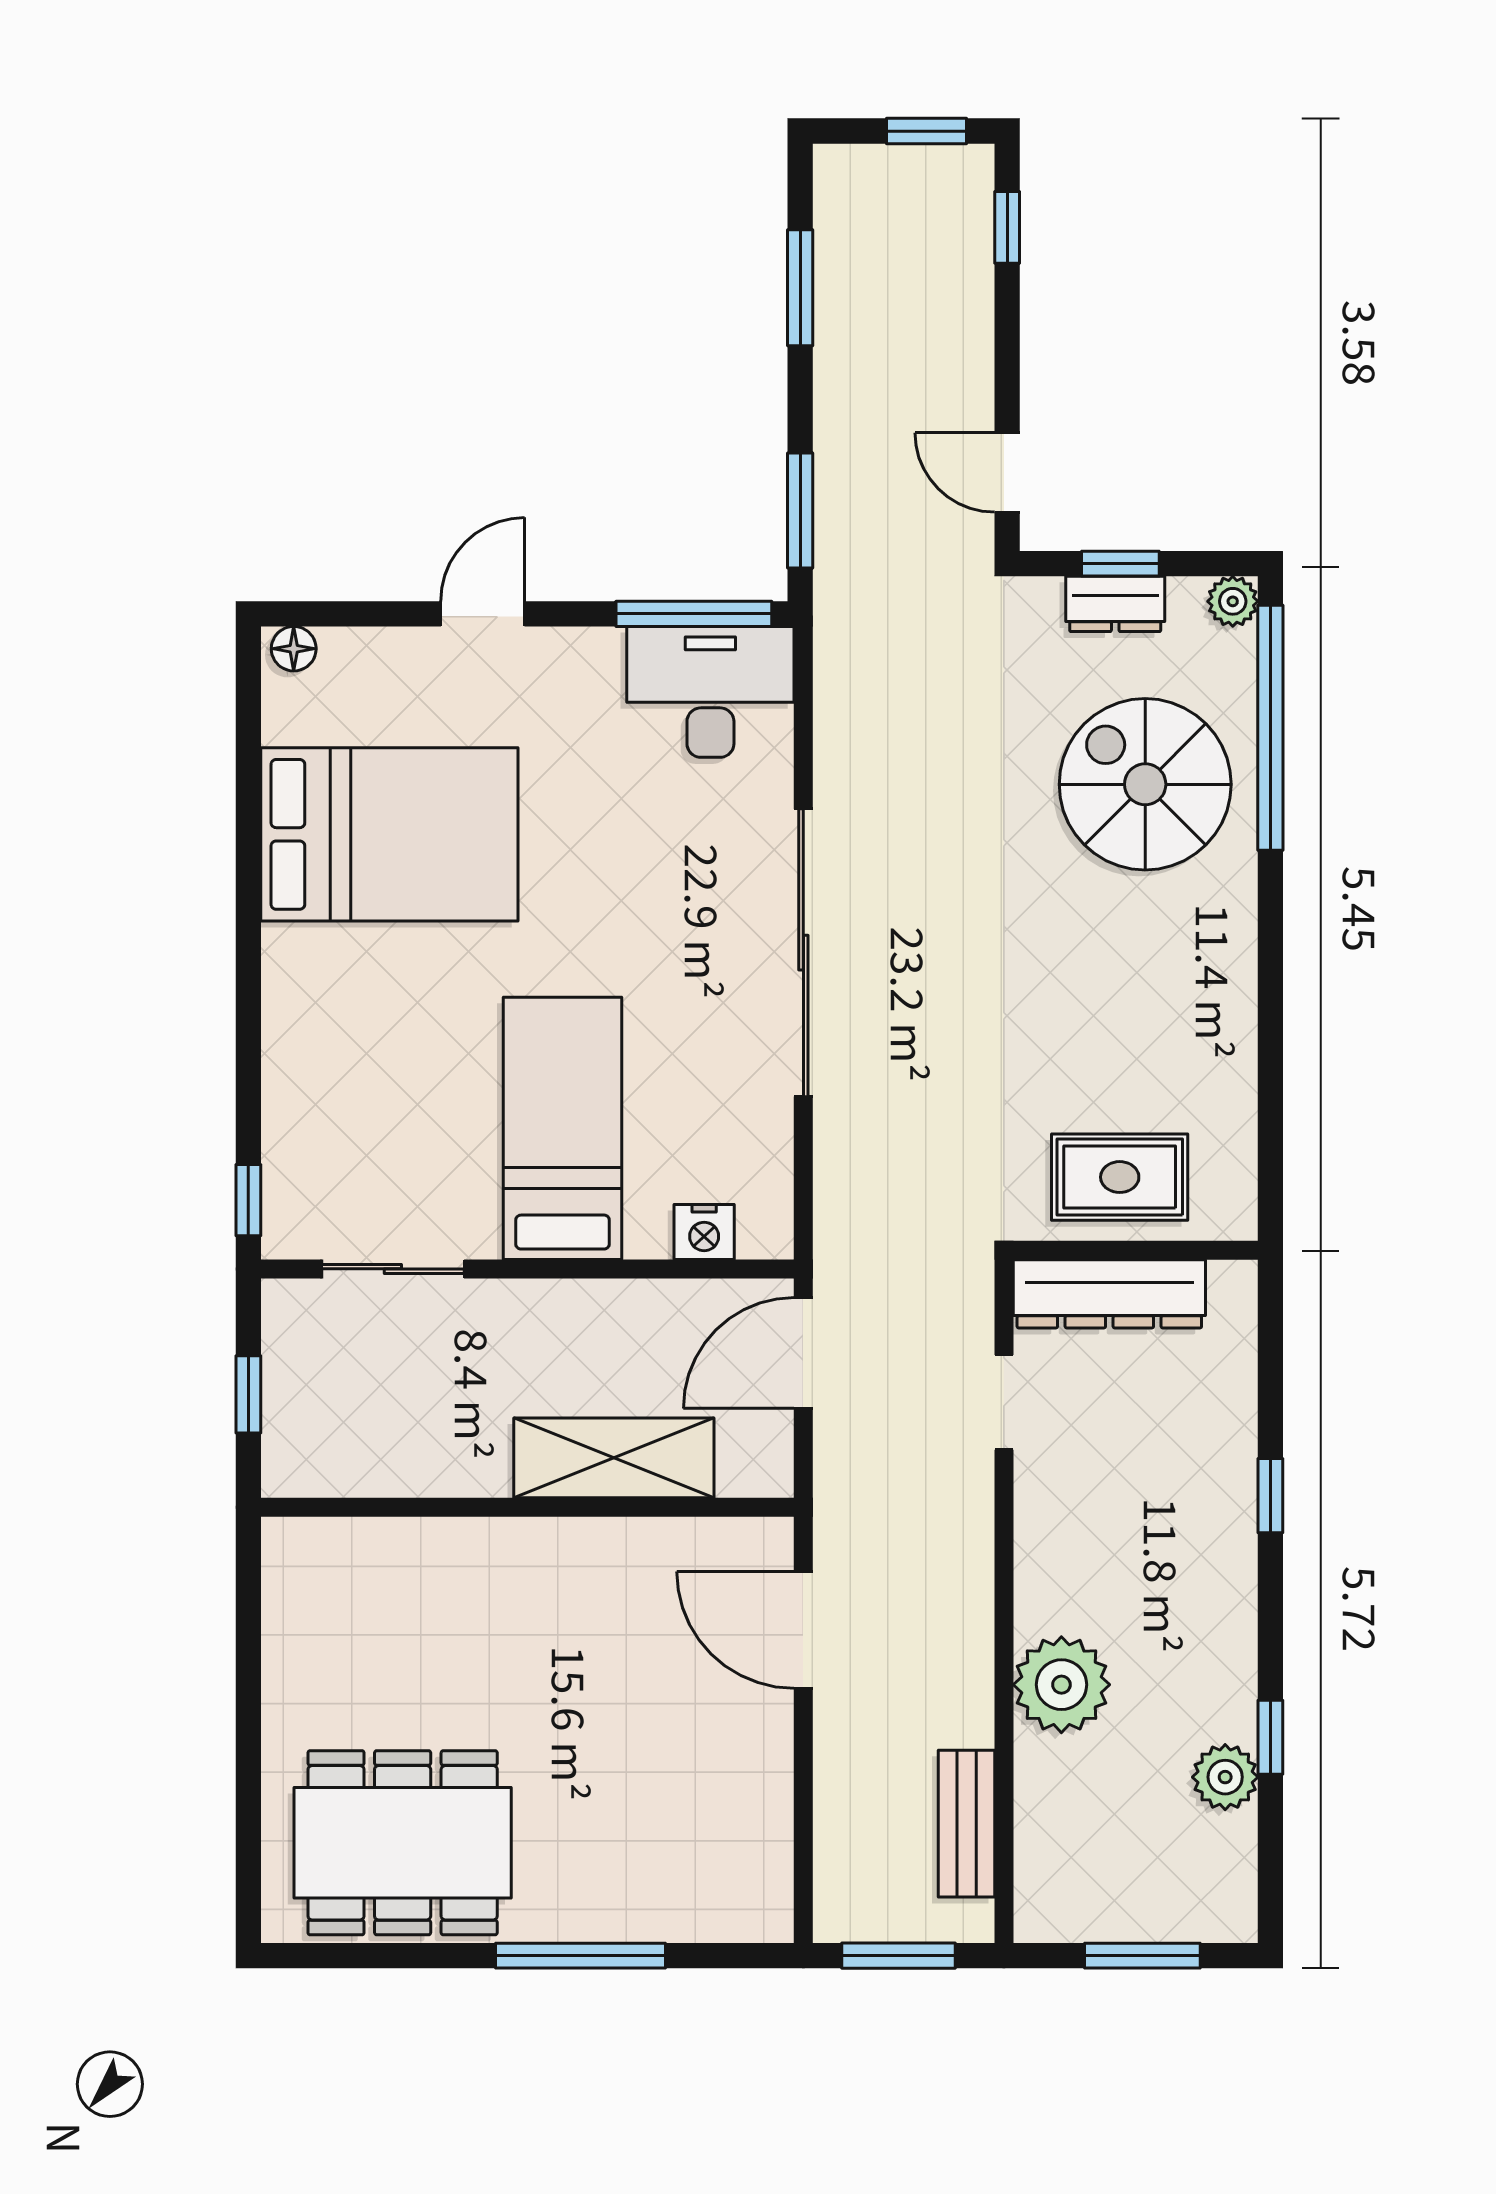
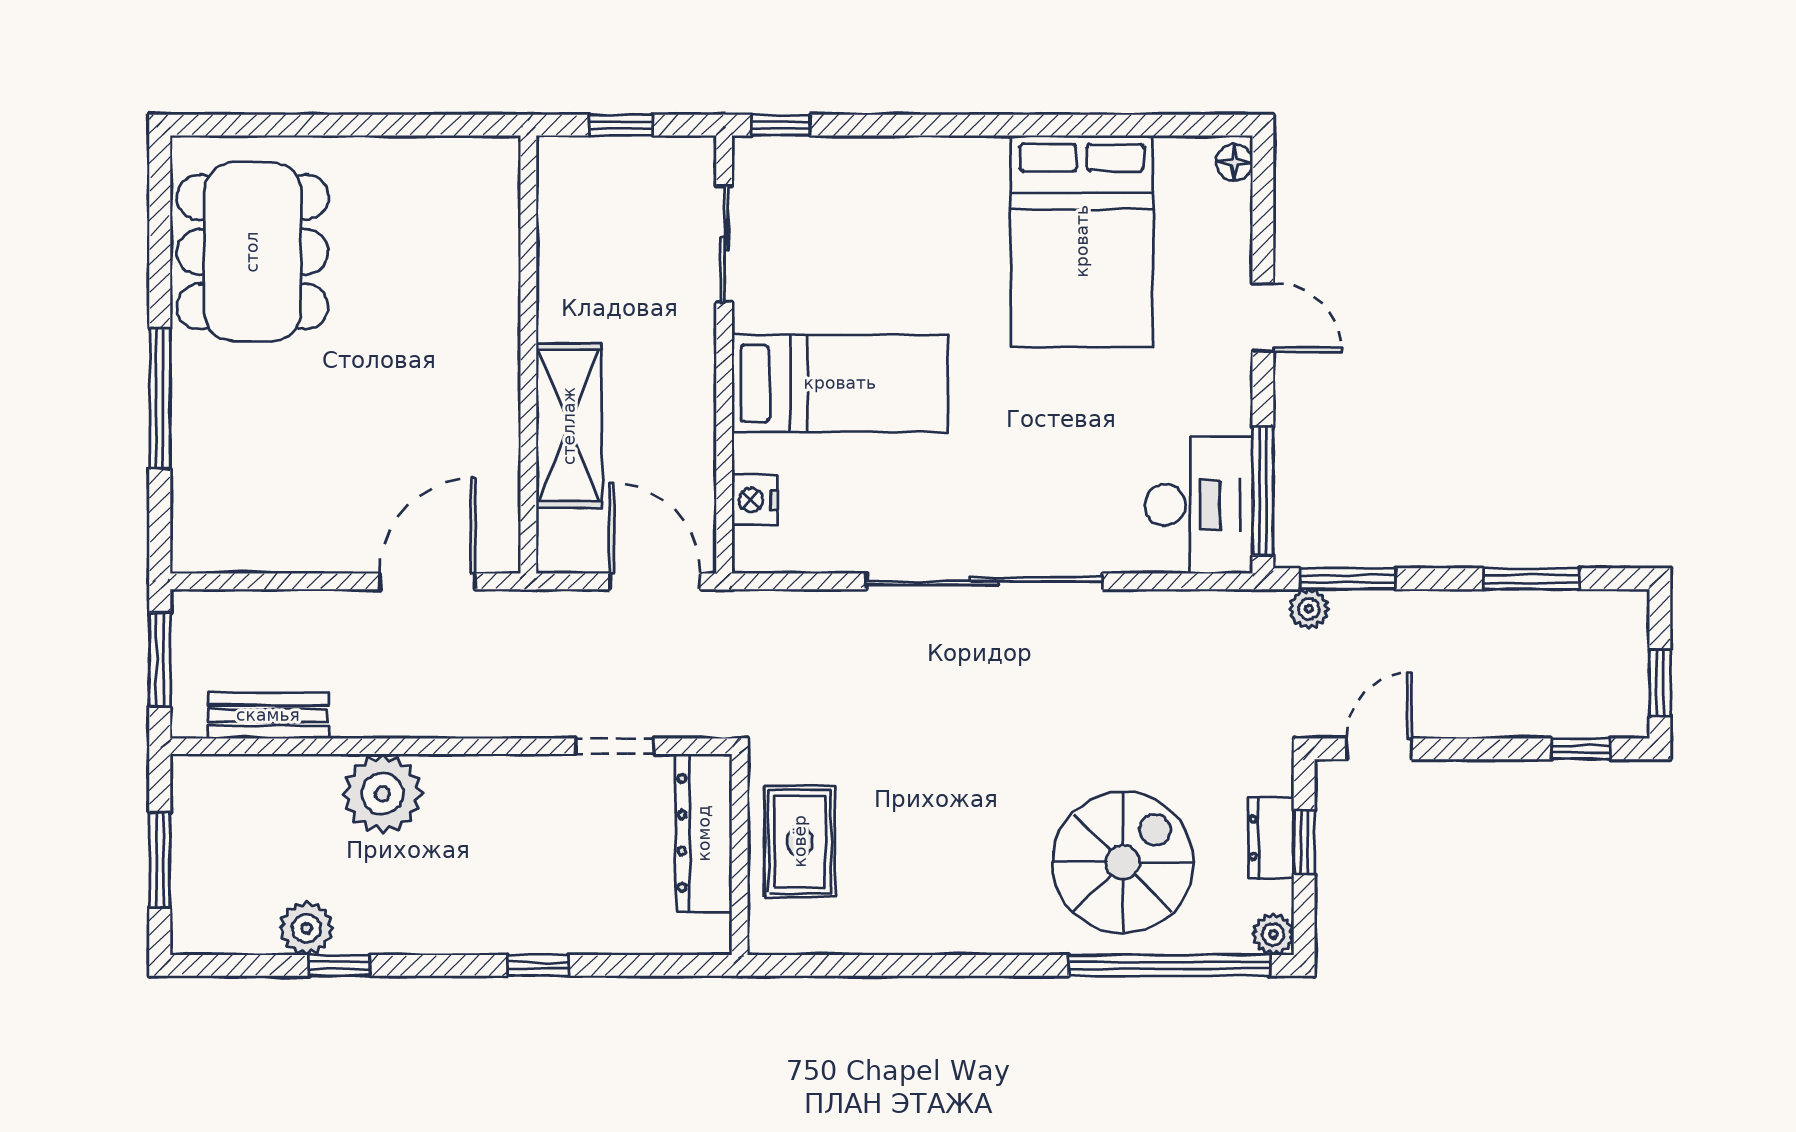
plant: (837, 558) -> (1309, 609), added

